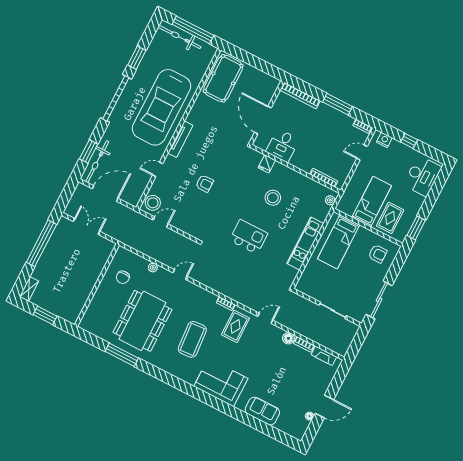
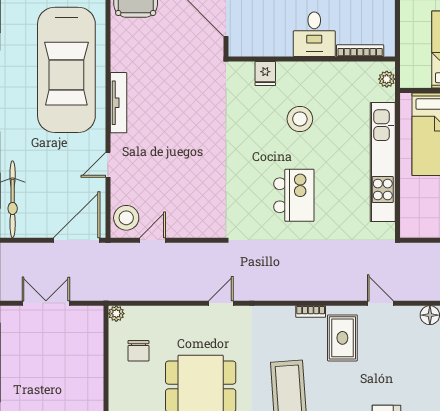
desk: (283, 145) -> (314, 34), moved
armchair: (205, 183) -> (188, 150), removed
door: (105, 193) -> (77, 240), moved
kitchen island: (249, 237) -> (294, 195), turned 90
kitchen unit: (305, 244) -> (383, 162), width x1.36
plant: (153, 268) -> (116, 314), moved
door: (265, 318) -> (380, 303), hinge flipped

